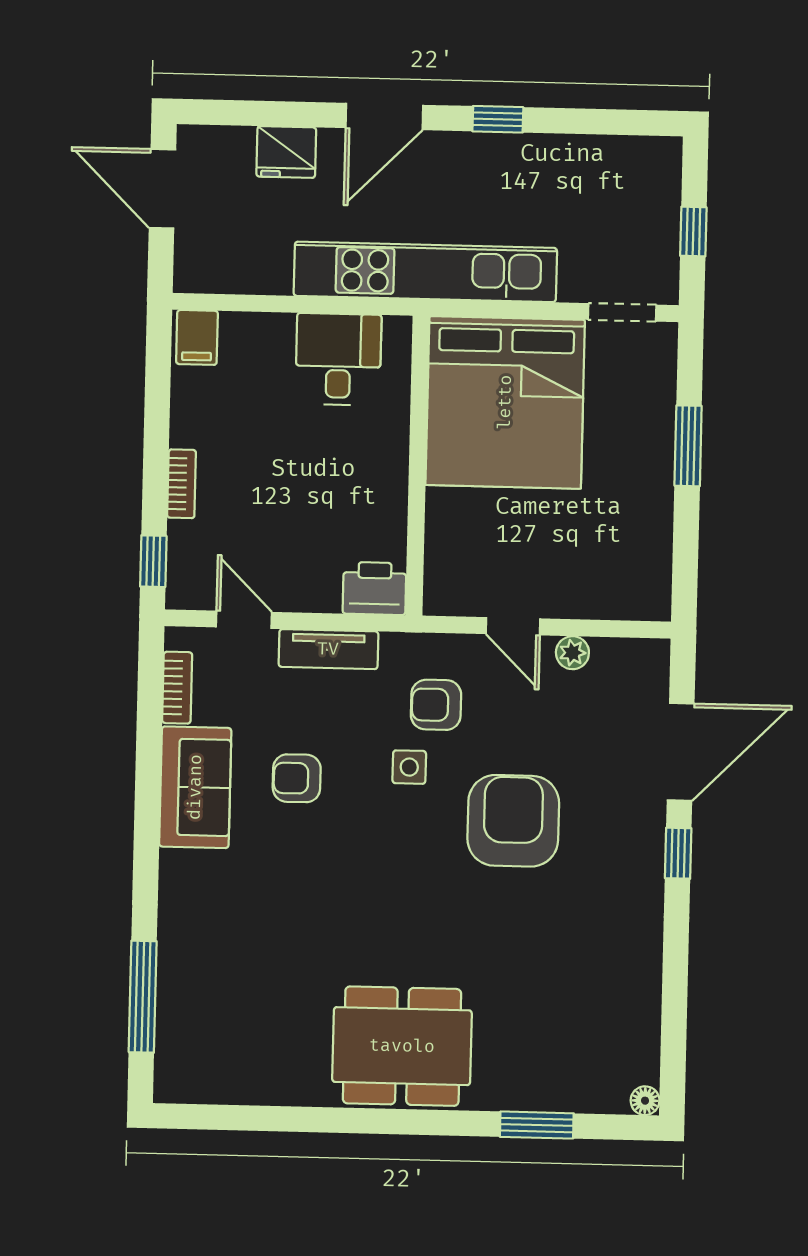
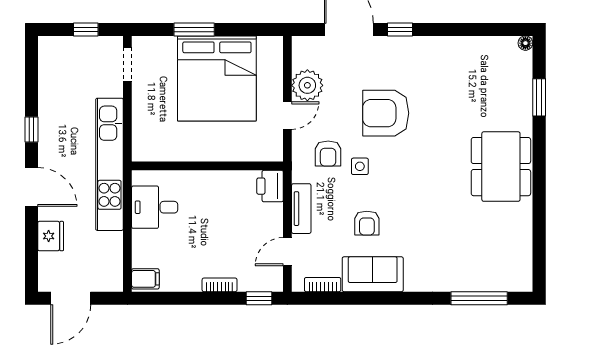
bed: (505, 402) -> (217, 79), moved, turned 90
plant: (572, 653) -> (307, 85), width x1.88, depth x1.88

